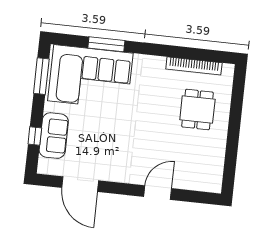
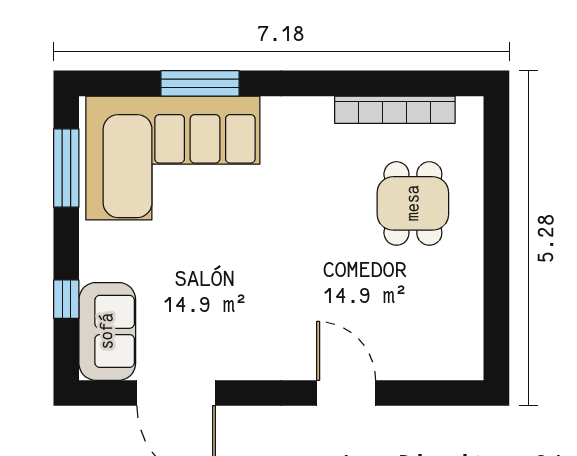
sofa: (54, 136) -> (107, 331), moved
door: (158, 193) -> (346, 393), hinge flipped

